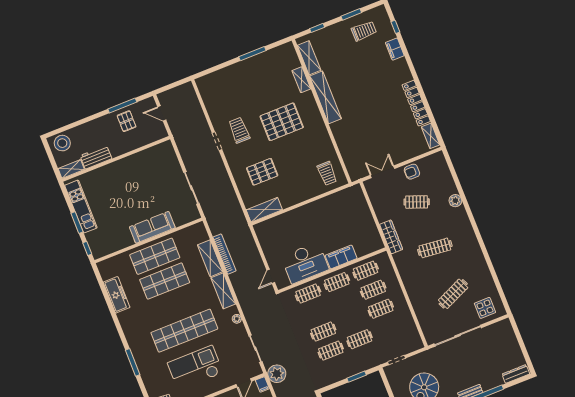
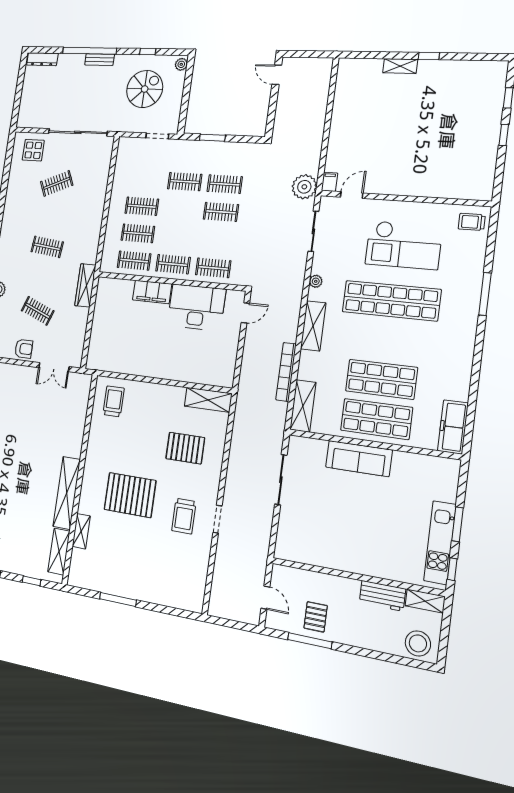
window: (87, 248) -> (452, 569), moved
clothes rail: (435, 248) -> (47, 247), width x0.73
shelving: (210, 258) -> (303, 406), moved
clothes rail: (453, 294) -> (57, 183), width x0.73
freezer: (117, 295) -> (453, 427), moved

